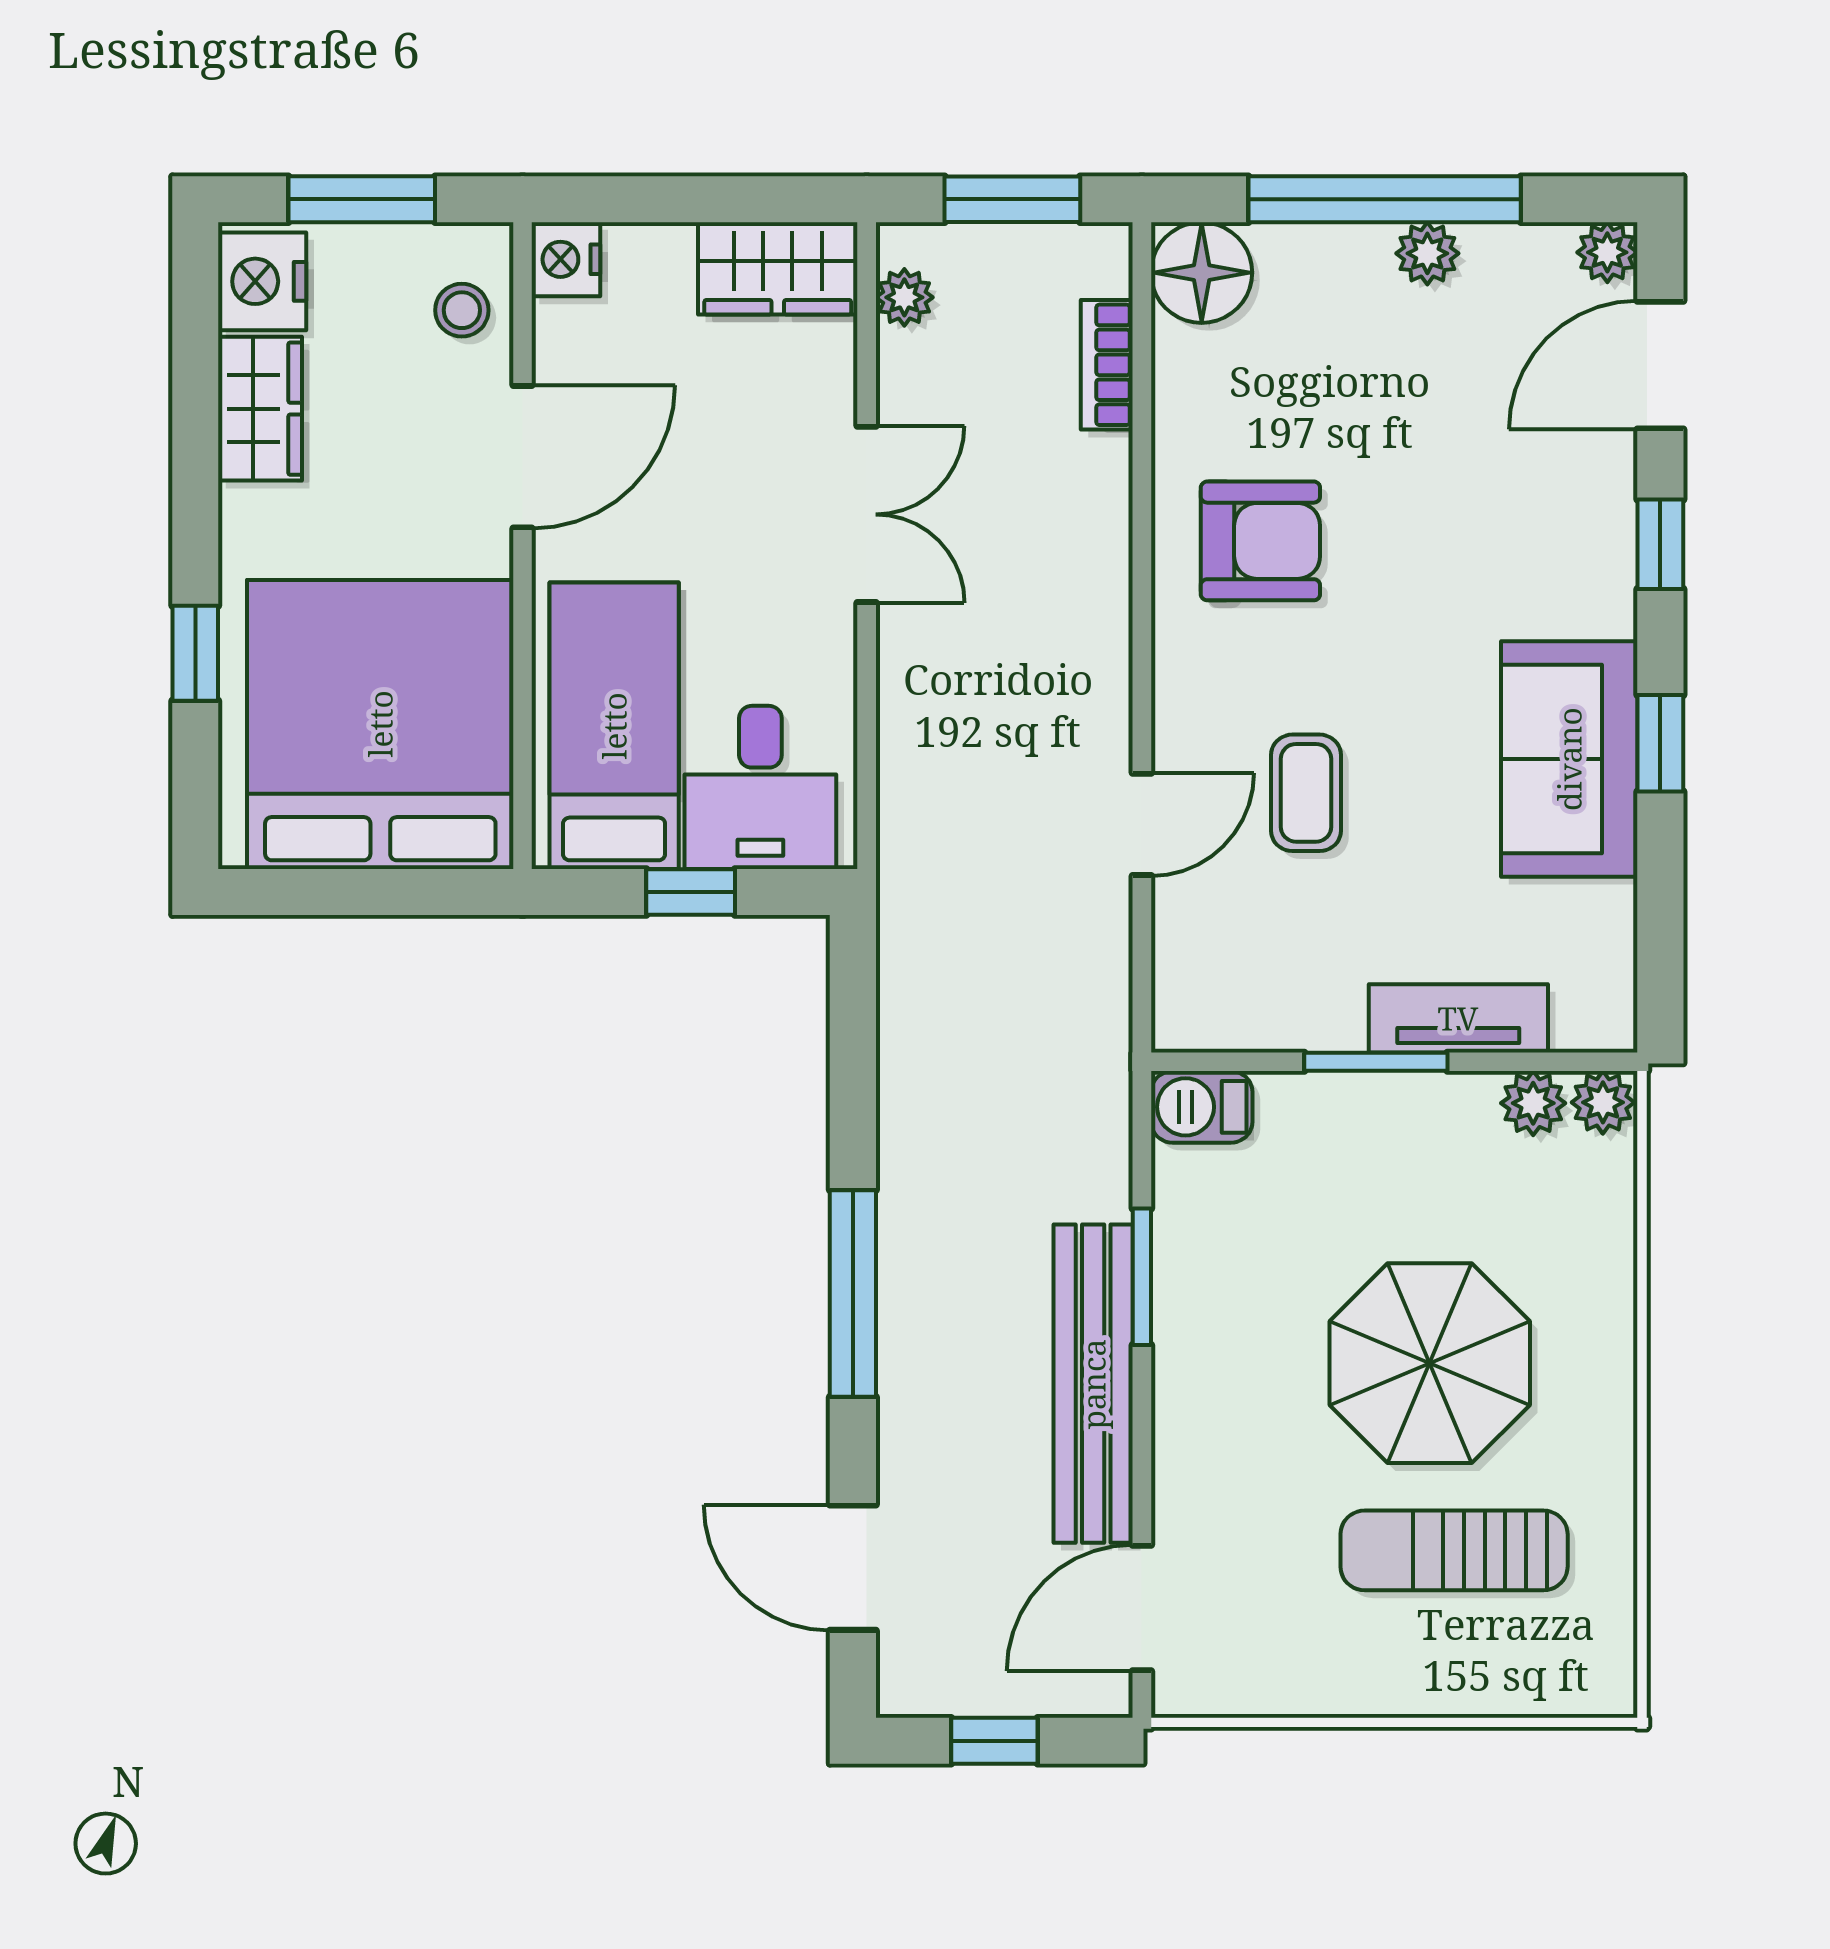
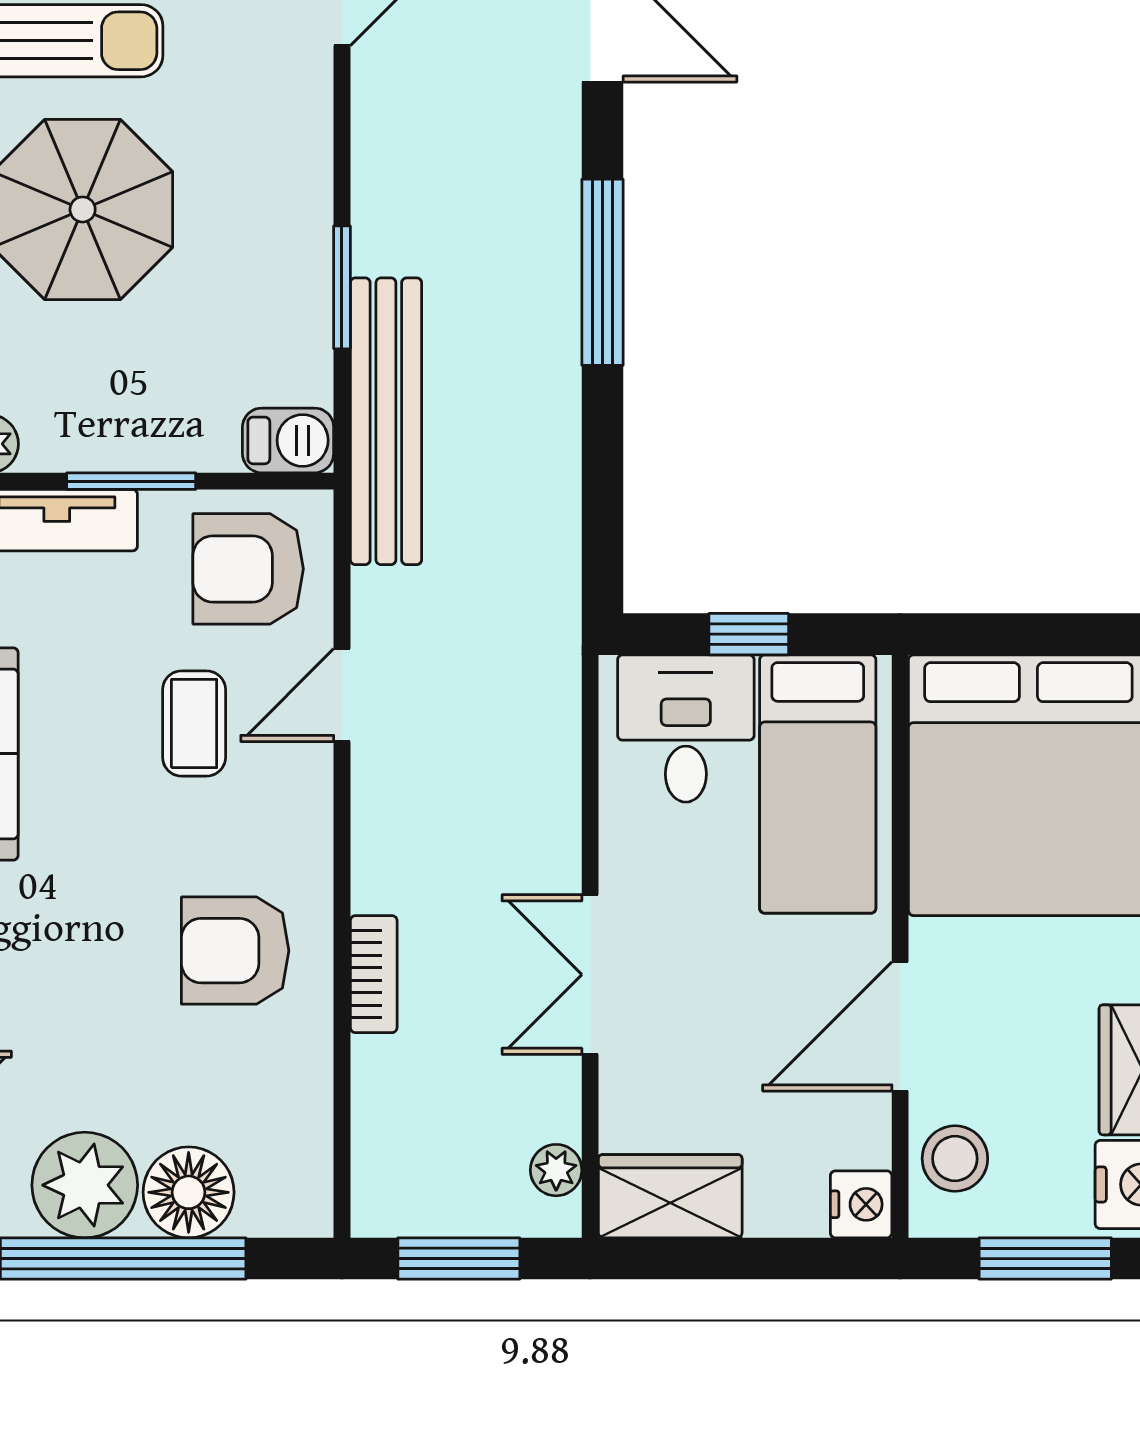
plant: (1427, 253) -> (85, 1185), width x1.87, depth x1.87
floor lamp: (1202, 273) -> (189, 1192), moved
stool: (462, 310) -> (955, 1159), width x1.37, depth x1.37
bookcase: (1107, 365) -> (374, 974), moved
armchair: (1246, 964) -> (248, 569), added
bench: (1093, 1384) -> (386, 421), moved

